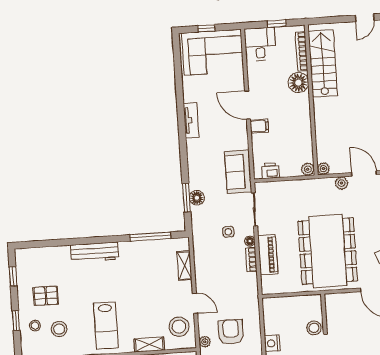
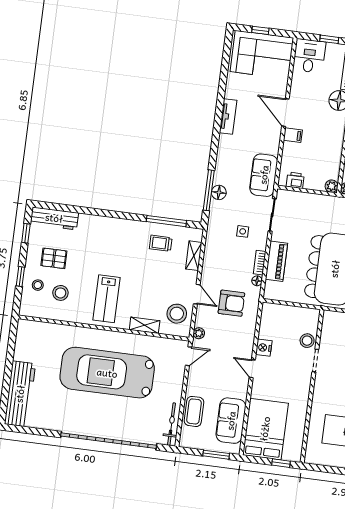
window: (186, 198) -> (209, 190), width x1.44
floor lamp: (250, 241) -> (257, 281), moved
workbench: (95, 252) -> (54, 218), moved
trolley: (149, 260) -> (161, 243), added
armchair: (231, 332) -> (231, 303), moved, turned 90

